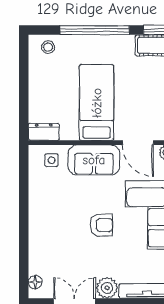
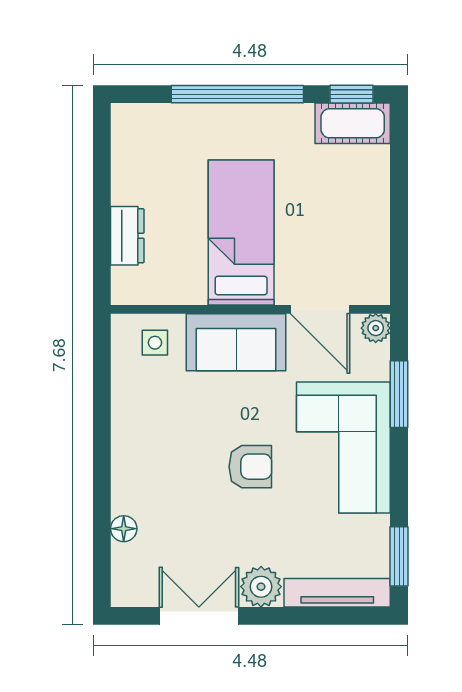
stool: (48, 47) -> (148, 127), removed
dresser: (44, 132) -> (127, 236), moved, turned 90
floor lamp: (35, 282) -> (124, 529), moved

